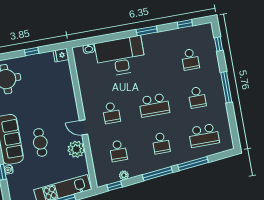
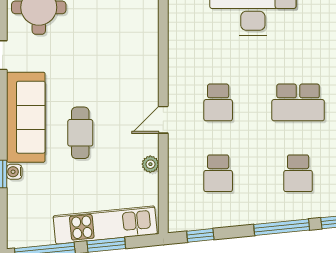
door: (84, 127) -> (163, 120), hinge flipped
plant: (76, 149) -> (150, 164), width x0.53, depth x0.53
plant: (124, 175) -> (221, 219), removed

